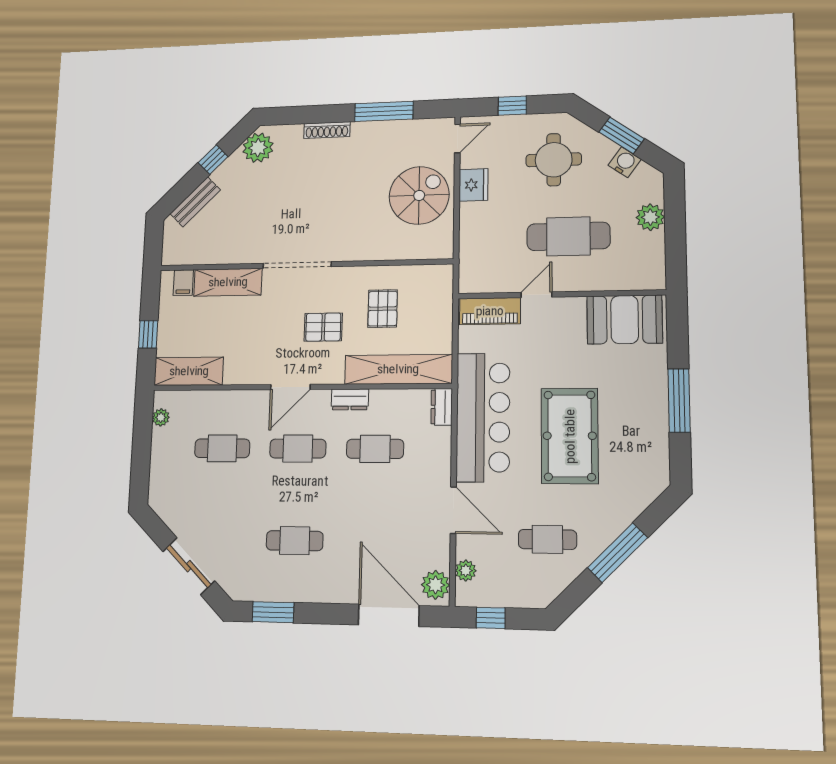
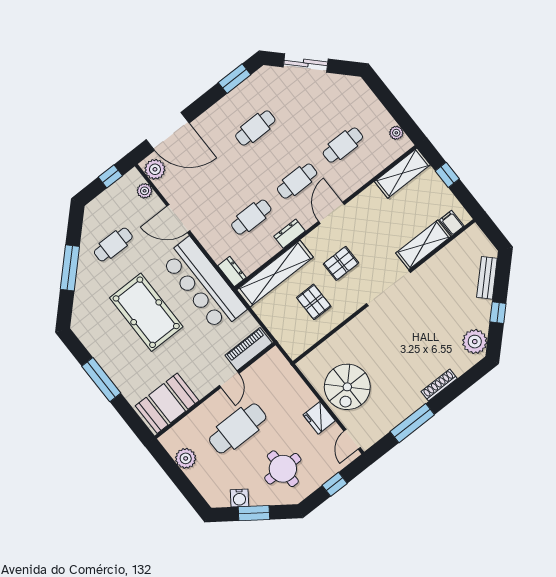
plant: (650, 217) -> (186, 458), moved

